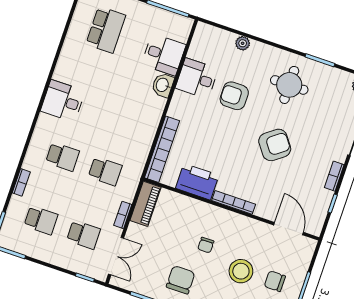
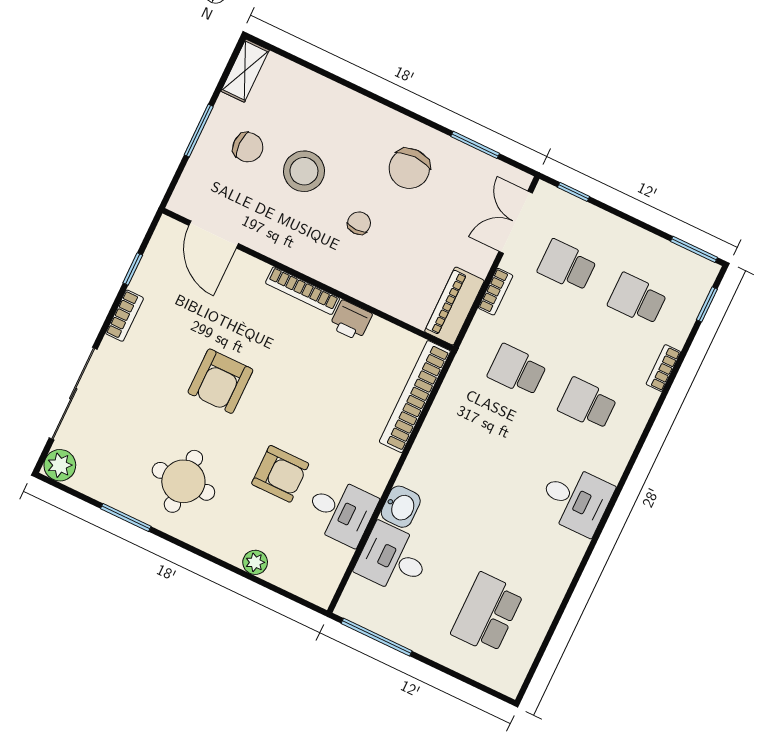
armchair: (275, 145) -> (220, 381), turned -53
printer: (197, 182) -> (351, 320), width x0.53, depth x0.68

